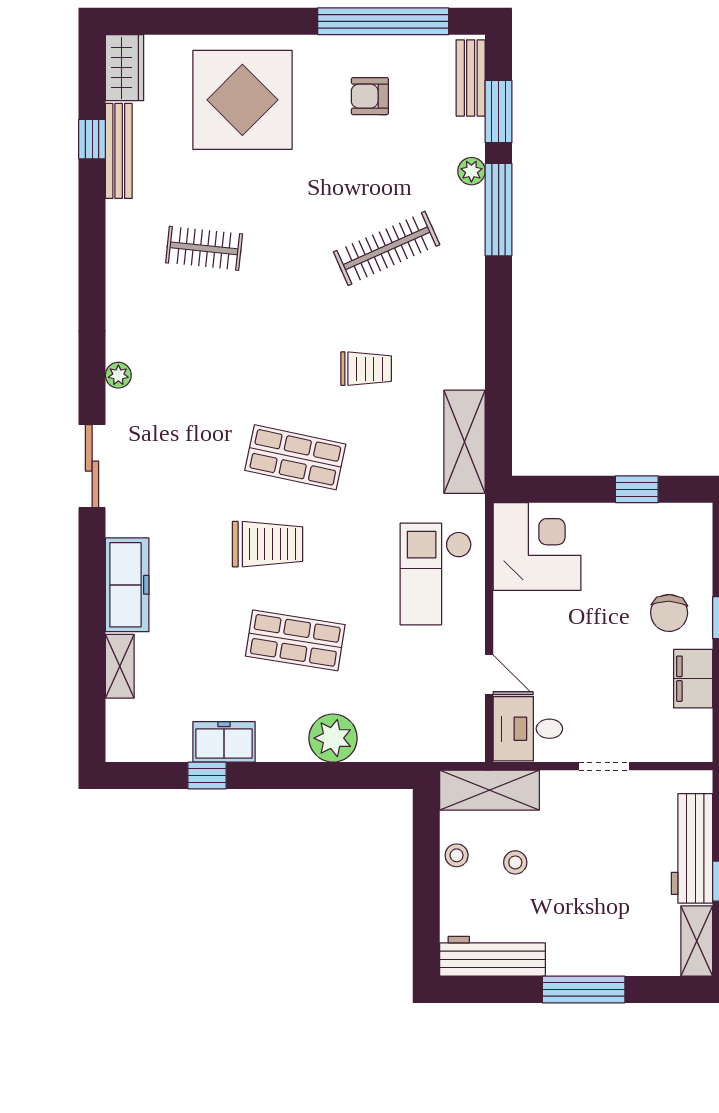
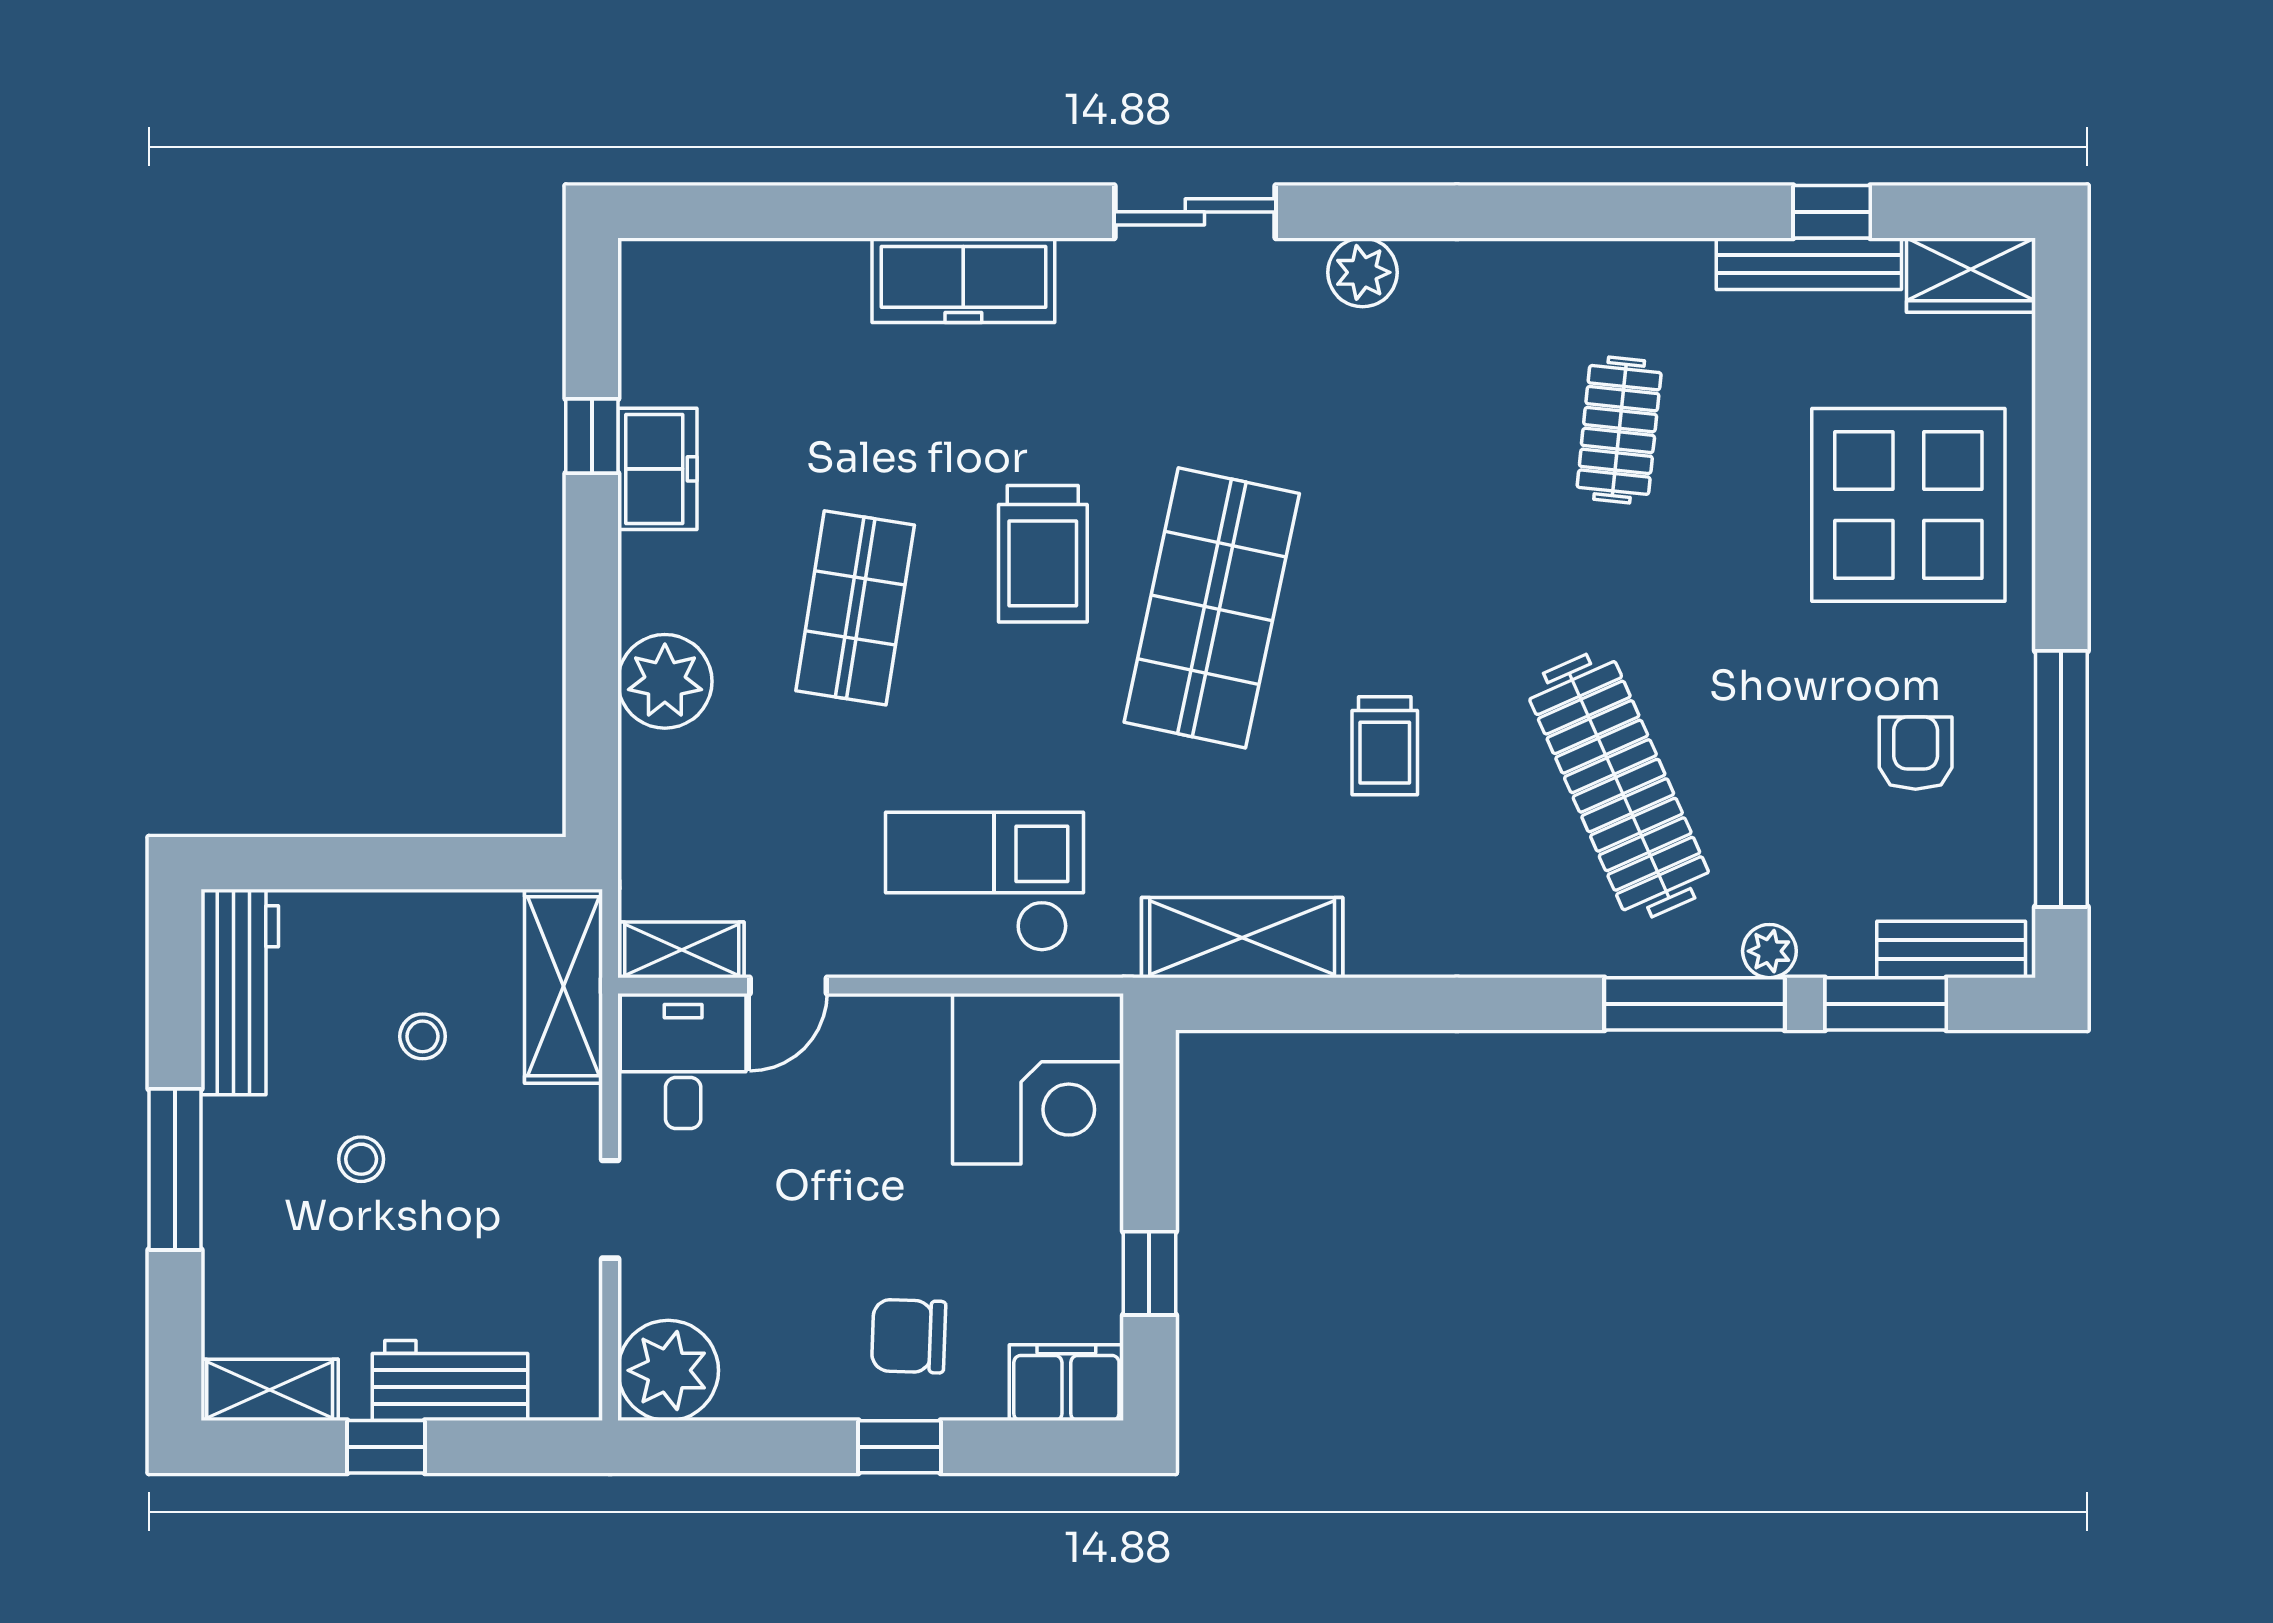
clothes rail: (387, 248) -> (1619, 786), width x1.37, depth x1.31
plant: (118, 375) -> (1363, 272), width x1.38, depth x1.38
shop shelf: (295, 457) -> (1212, 608), width x1.43, depth x1.36
shelving: (120, 666) -> (682, 950), moved
filing cabinet: (693, 679) -> (1066, 1383), moved
plant: (687, 736) -> (668, 1370), added
workbench: (692, 848) -> (450, 1381), width x0.73
stool: (457, 855) -> (361, 1159), moved

